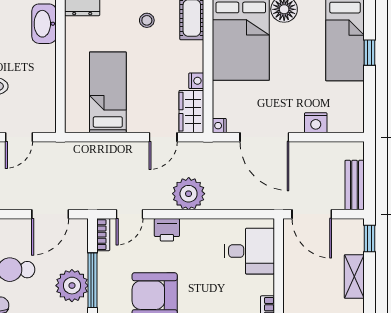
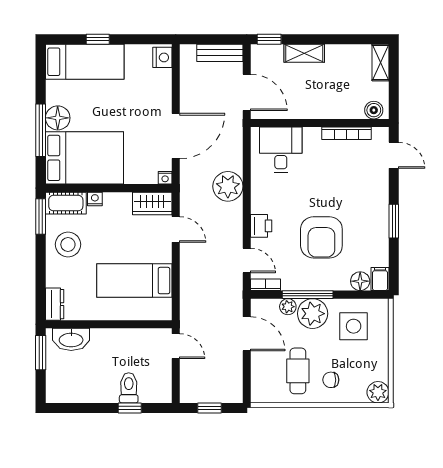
stool: (147, 20) -> (68, 244), width x1.89, depth x1.89
nightstand: (196, 81) -> (95, 199), moved
nightstand: (316, 123) -> (162, 57), moved
door: (19, 137) -> (176, 346), moved
plant: (189, 194) -> (228, 186), moved
door: (312, 214) -> (247, 92), hinge flipped
plant: (79, 259) -> (288, 307), added

